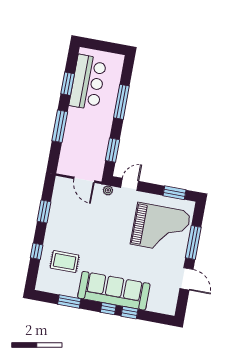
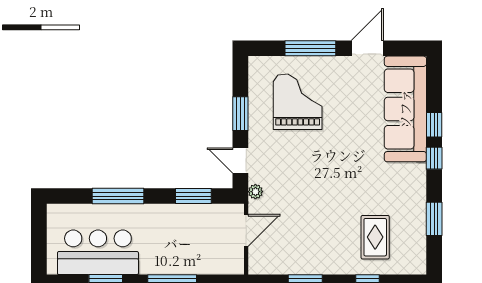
window: (175, 193) -> (240, 114), moved
grand piano: (160, 228) -> (298, 102), width x0.73, depth x0.68
sofa: (114, 291) -> (405, 109), moved

